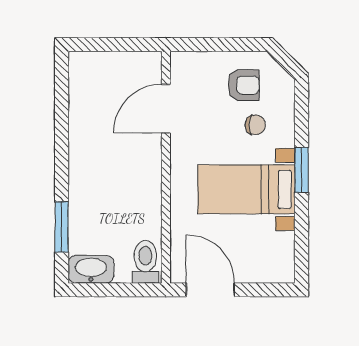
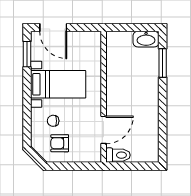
window: (302, 170) -> (27, 54), moved
toilet: (145, 262) -> (118, 155), moved, turned -90
door: (210, 290) -> (53, 28), moved

